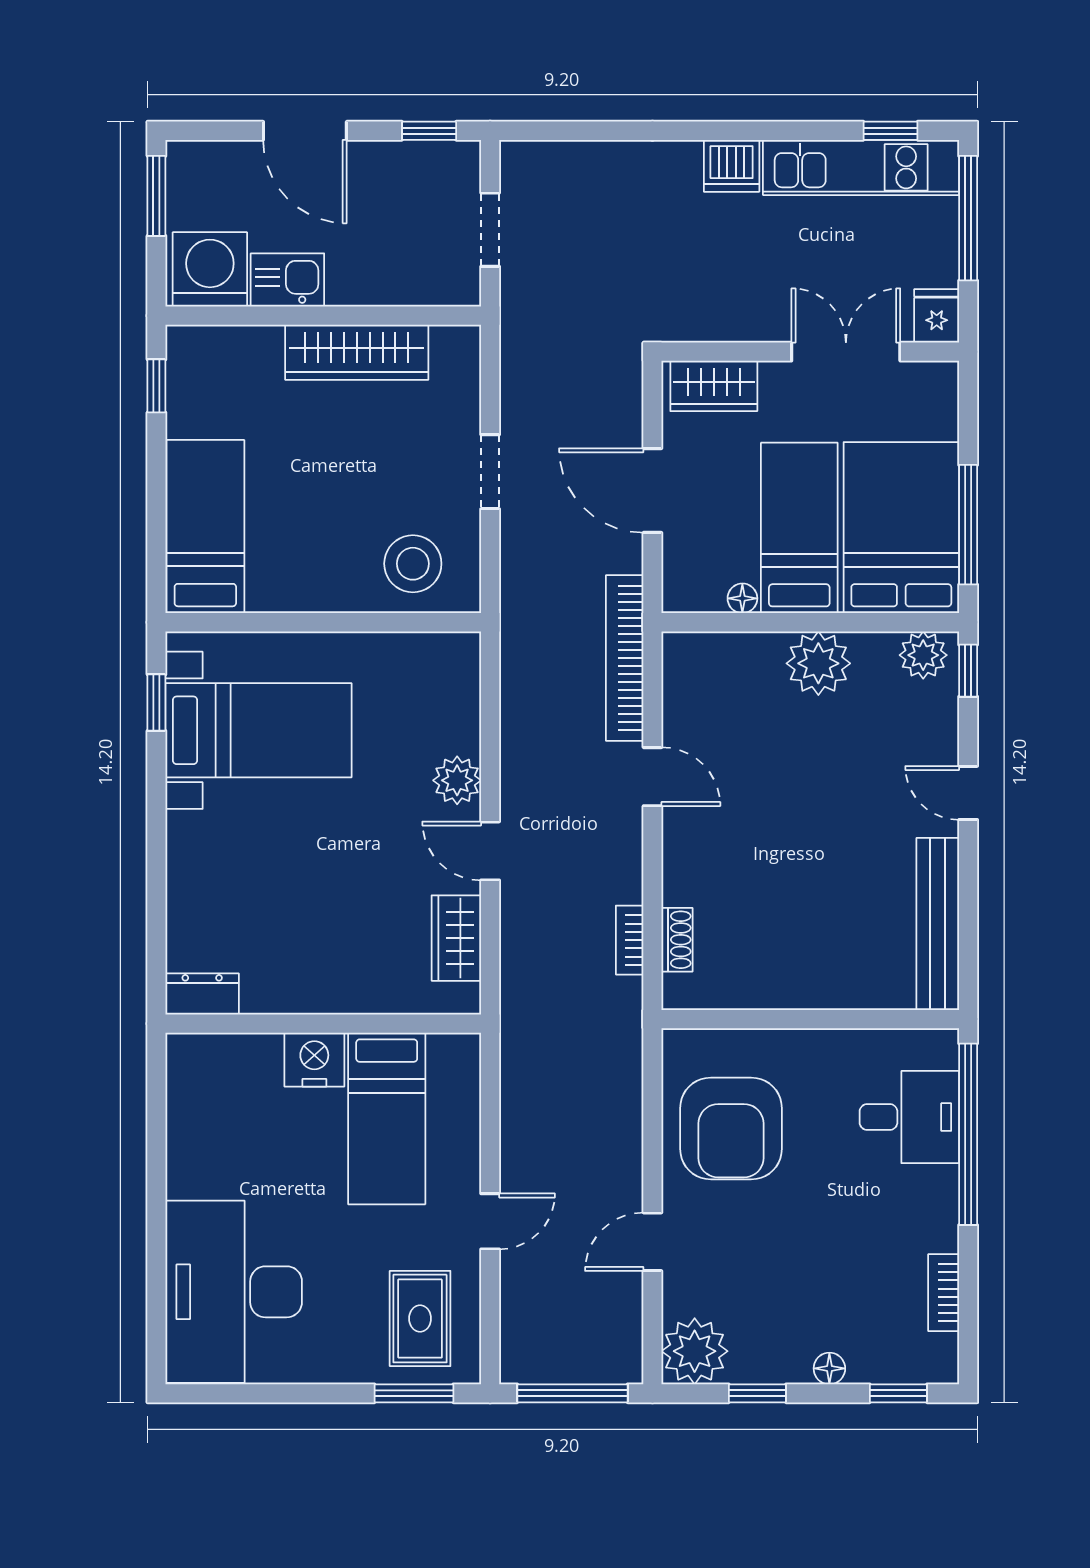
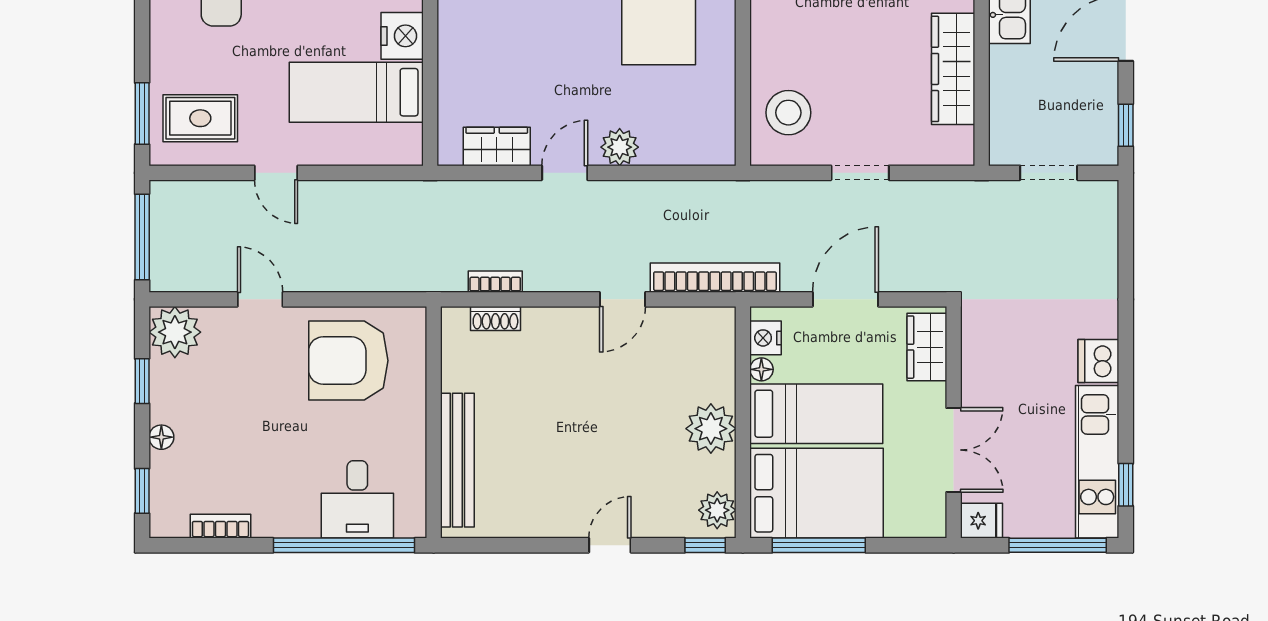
nightstand: (702, 593) -> (766, 338), added
bench: (938, 924) -> (457, 460), moved, turned 90

